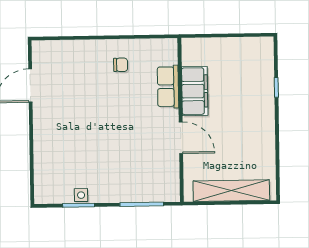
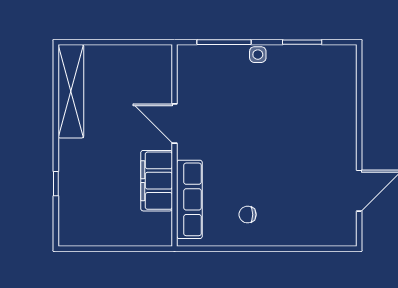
row of seats: (168, 87) -> (189, 199), width x1.48
shelving: (231, 191) -> (71, 91), moved, turned 90
side table: (81, 195) -> (258, 55), moved

